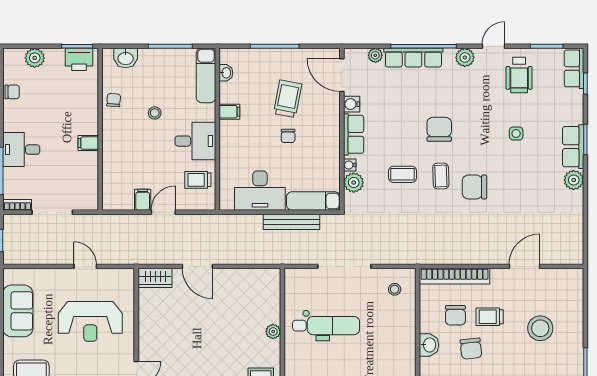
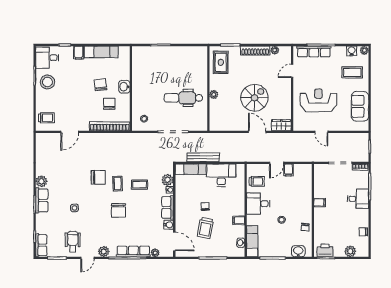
trolley: (490, 317) -> (46, 118), moved
spiral stairs: (202, 326) -> (254, 98), added
stool: (540, 328) -> (47, 82), moved

